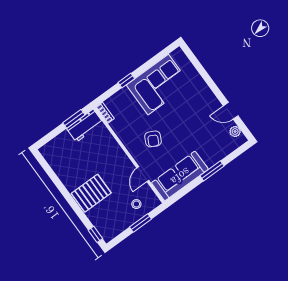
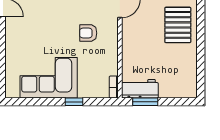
armchair: (153, 139) -> (88, 33), turned -117
pallet: (91, 193) -> (178, 25), turned 90

